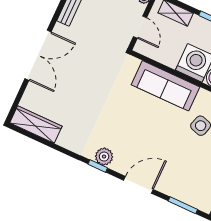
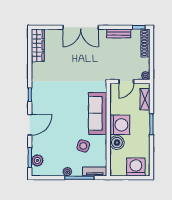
plant: (104, 157) -> (37, 160), moved
door: (138, 185) -> (30, 125), hinge flipped

